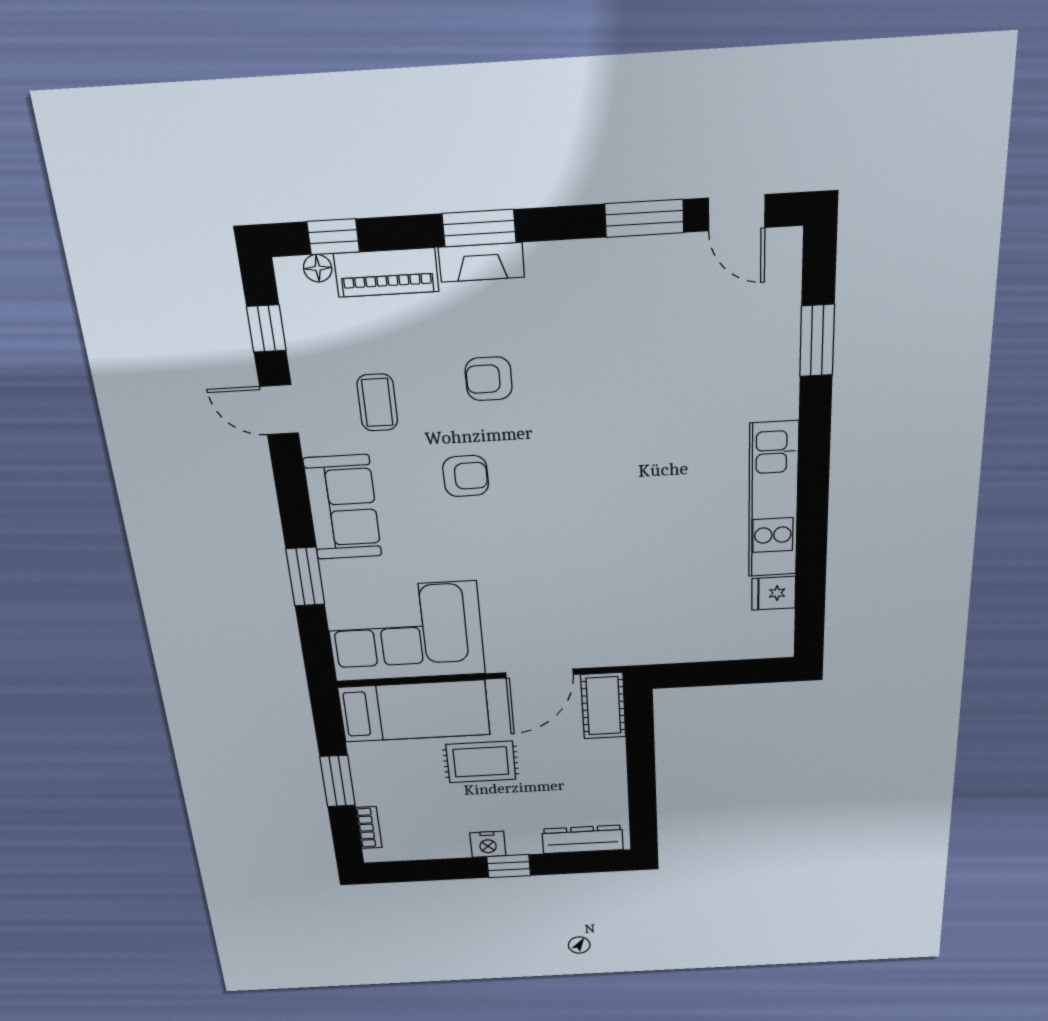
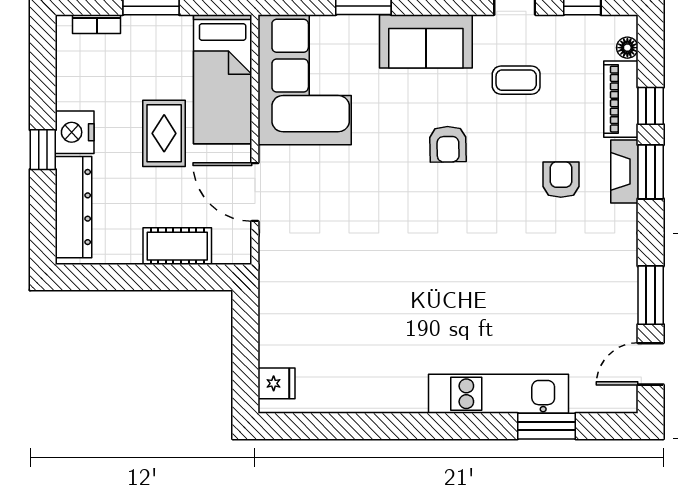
window: (333, 237) -> (651, 106), moved
armchair: (489, 379) -> (561, 180), moved
kitchen unit: (773, 500) -> (498, 394), moved
fridge: (774, 593) -> (276, 383), moved, turned 90
cot: (603, 706) -> (177, 246), moved
dresser: (583, 839) -> (74, 207), width x1.37, depth x1.24
nightstand: (488, 844) -> (75, 132), width x1.36, depth x1.33

